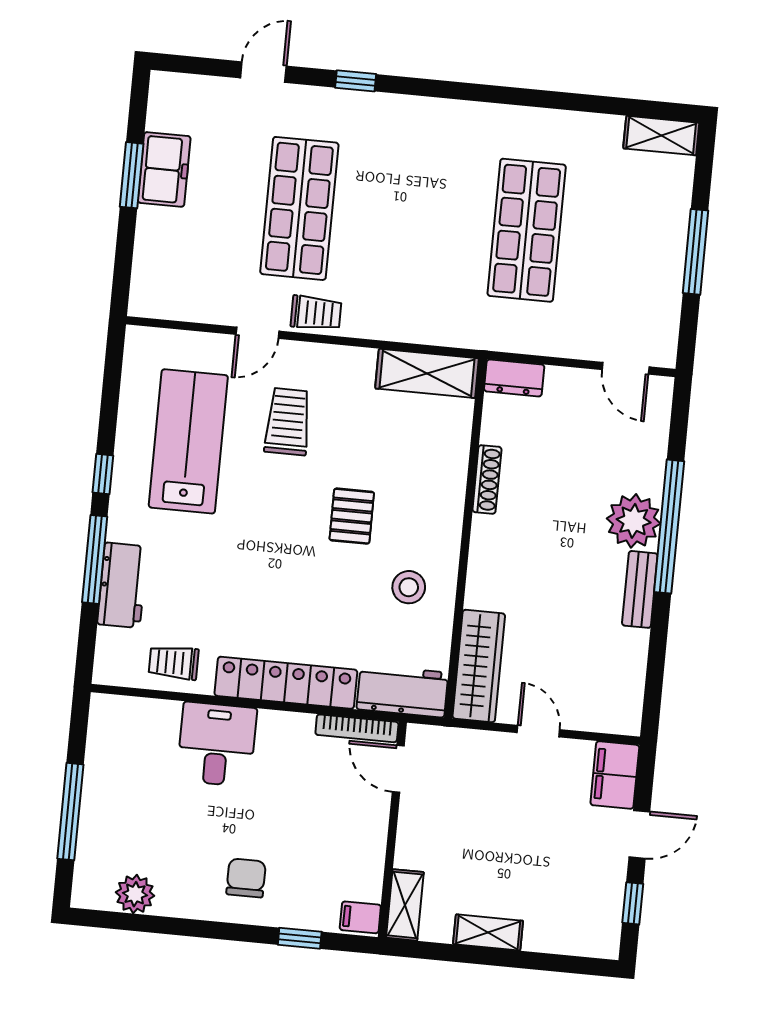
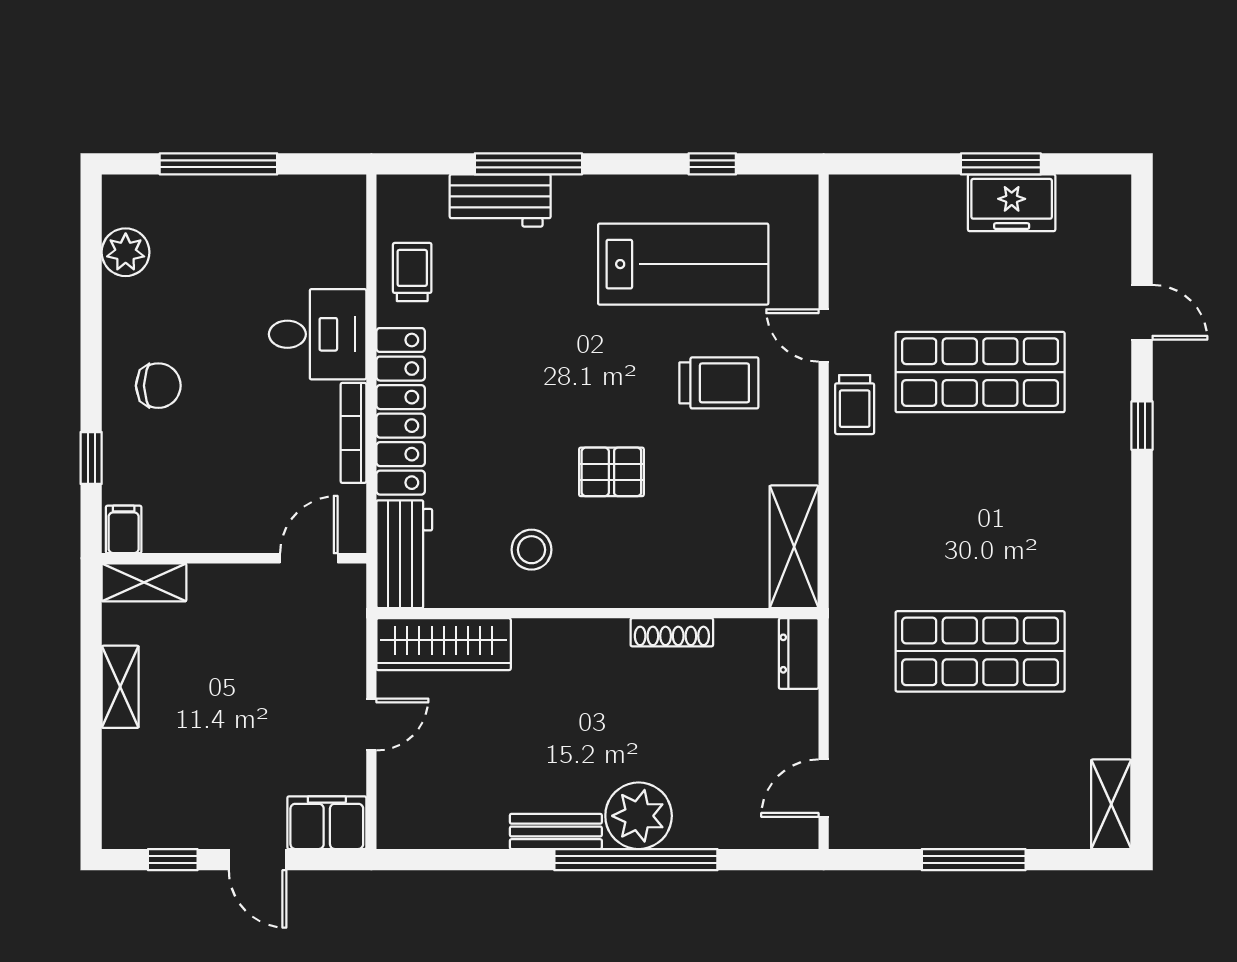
window: (103, 474) -> (712, 164), moved
bookcase: (357, 728) -> (353, 433), moved

